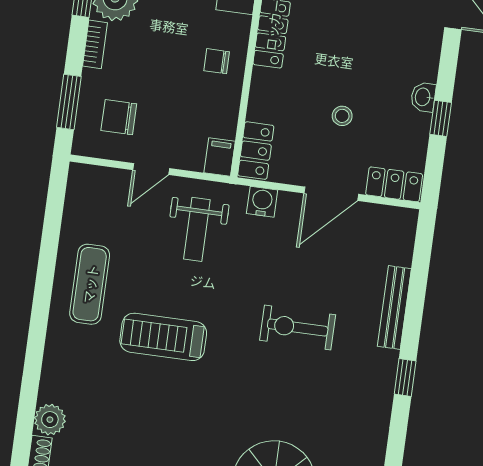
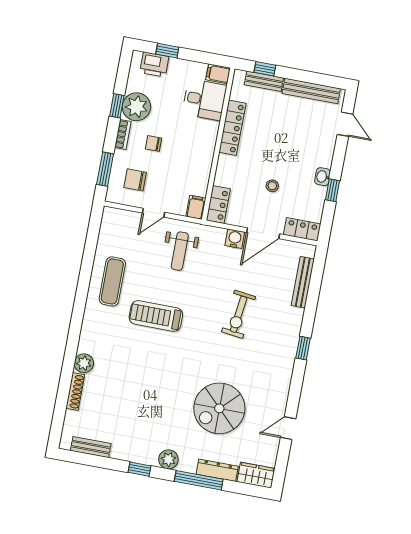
chair: (217, 61) -> (153, 143), moved
water cooler: (262, 202) -> (235, 239), moved
bench: (394, 308) -> (303, 282), moved
exercise bike: (298, 328) -> (239, 314), turned -83

